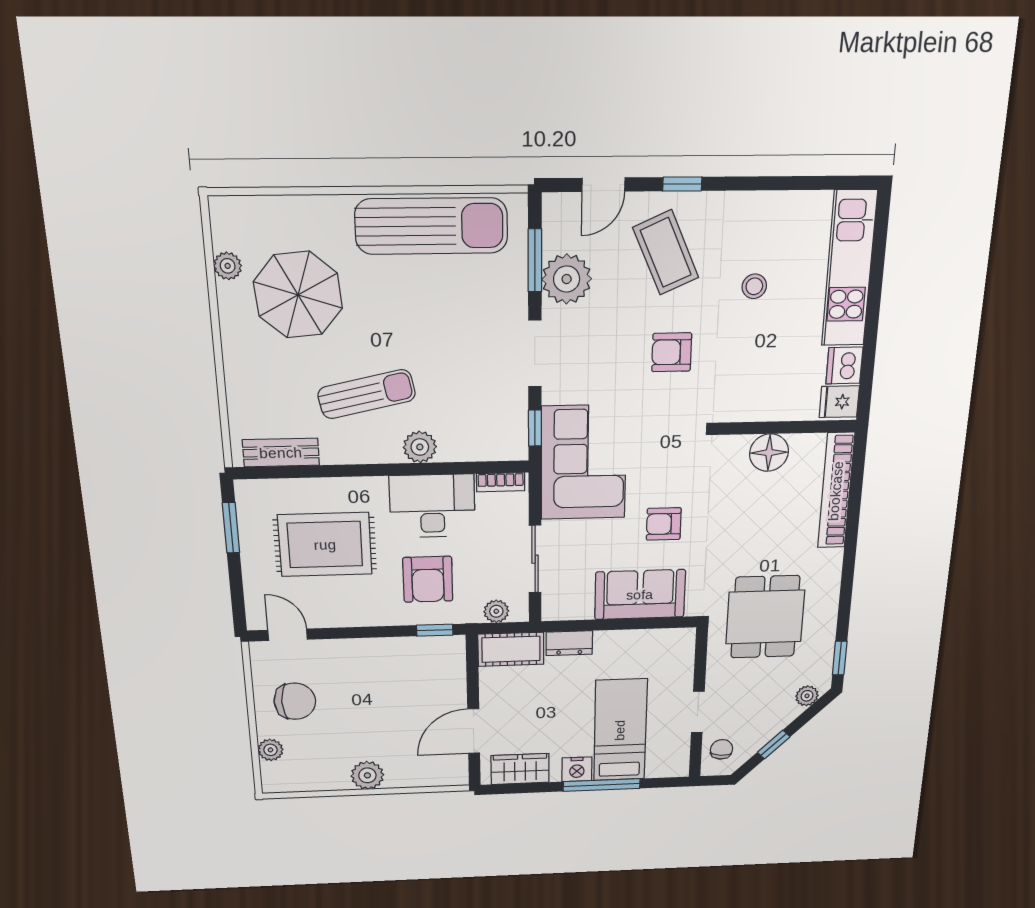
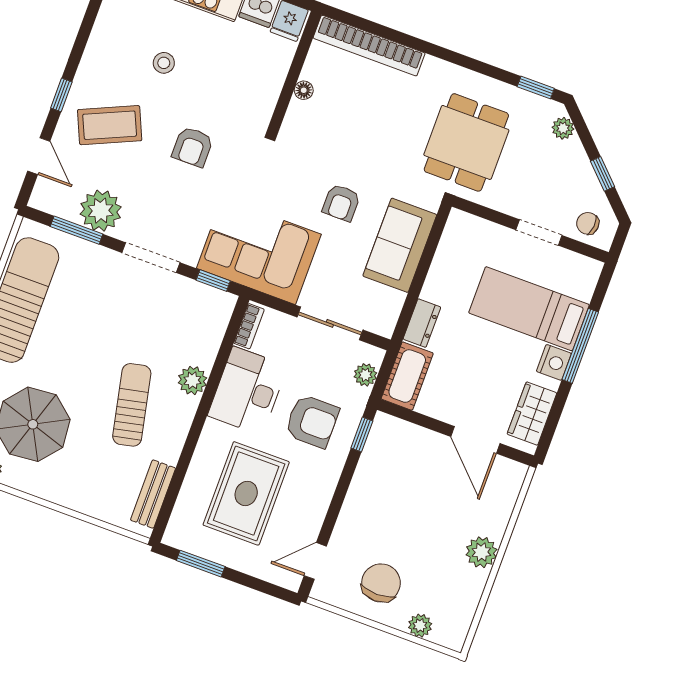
floor lamp: (769, 453) -> (304, 90), width x0.53, depth x0.53
dining table: (765, 617) -> (466, 142), turned 90

